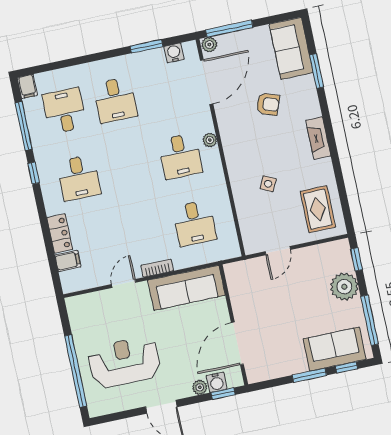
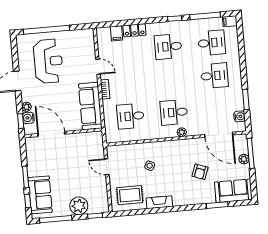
plant: (209, 45) -> (244, 159), moved
desk: (115, 100) -> (214, 76), turned 180
fireplace: (318, 138) -> (159, 202), moved

